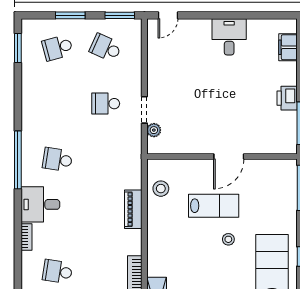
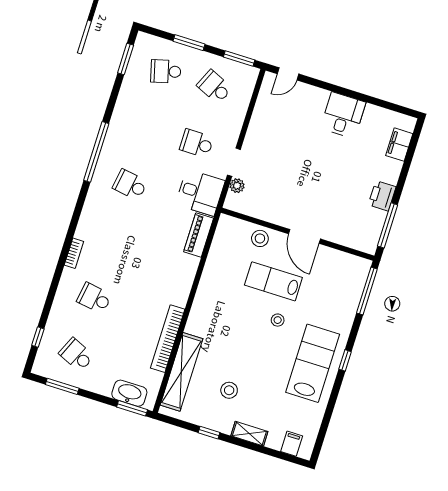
door: (229, 157) -> (304, 236), hinge flipped
window: (18, 160) -> (96, 152), moved
stool: (161, 189) -> (260, 238), moved
desk: (40, 204) -> (200, 193), moved, turned 180
lab bench: (214, 206) -> (273, 281), turned 180
piano: (133, 209) -> (199, 235), moved

